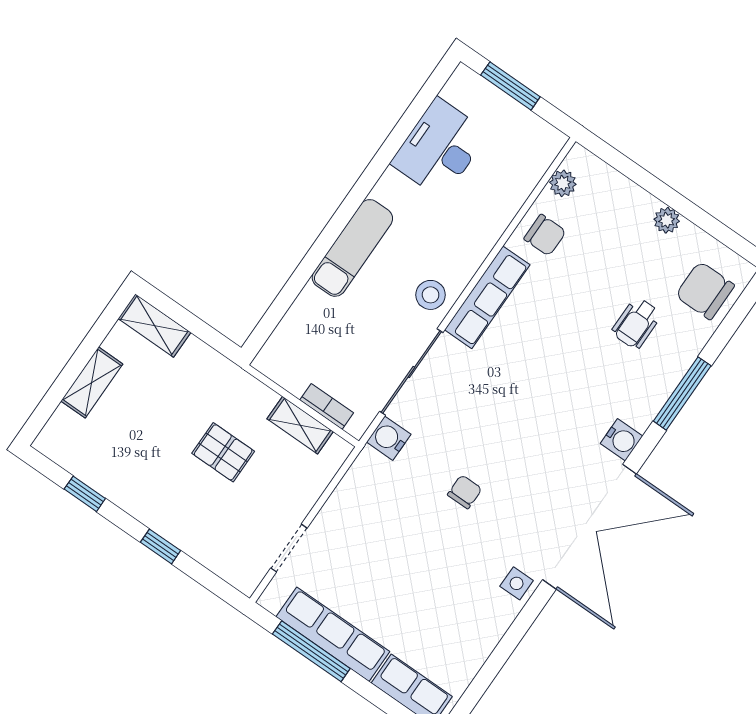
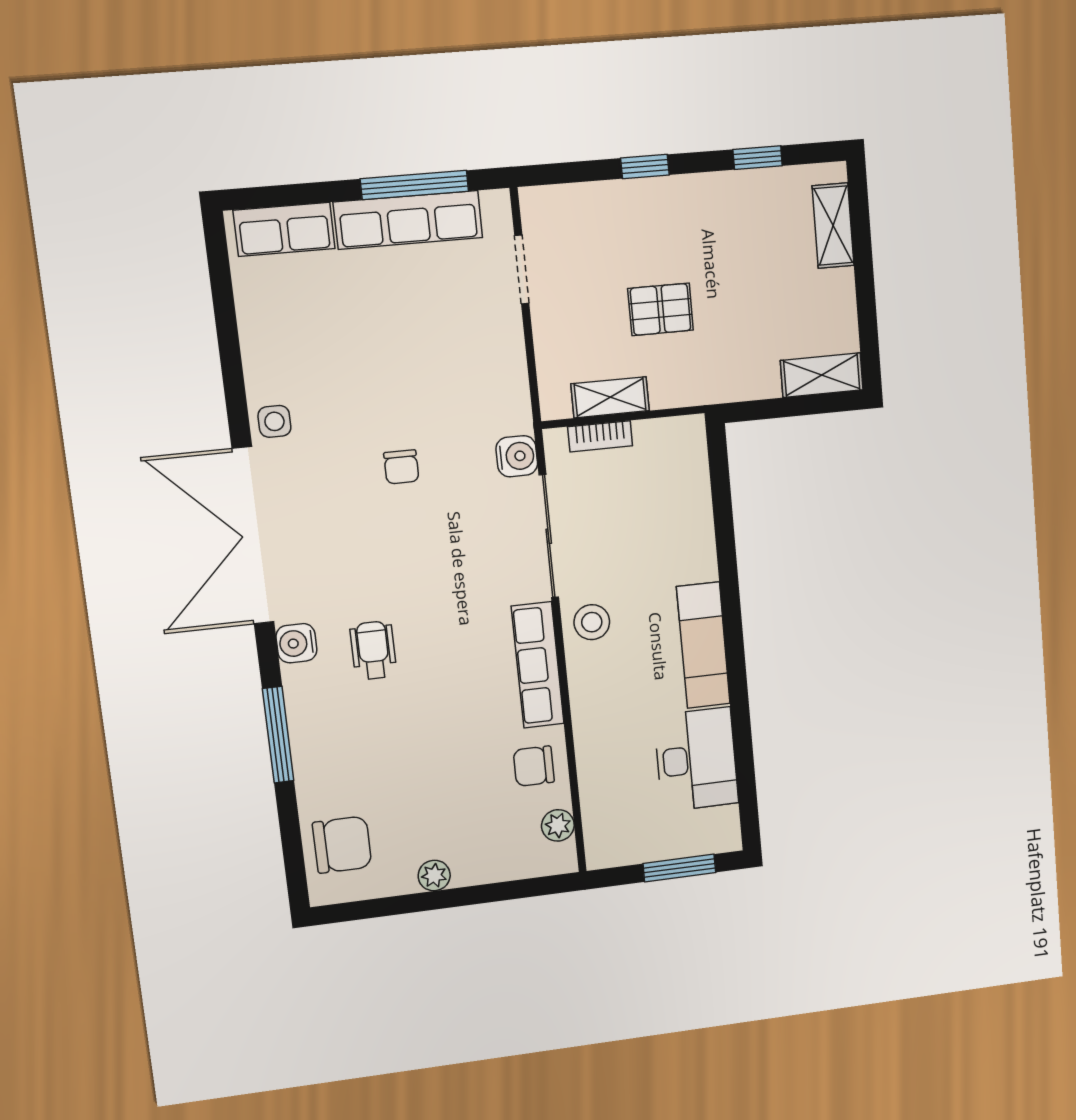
exam couch: (352, 248) -> (703, 645), moved
wheelchair: (636, 323) -> (373, 650), moved
shelving: (92, 382) -> (833, 226), moved

